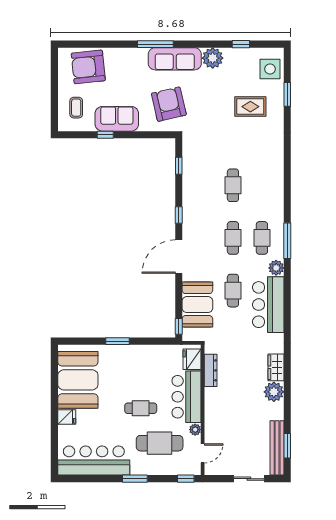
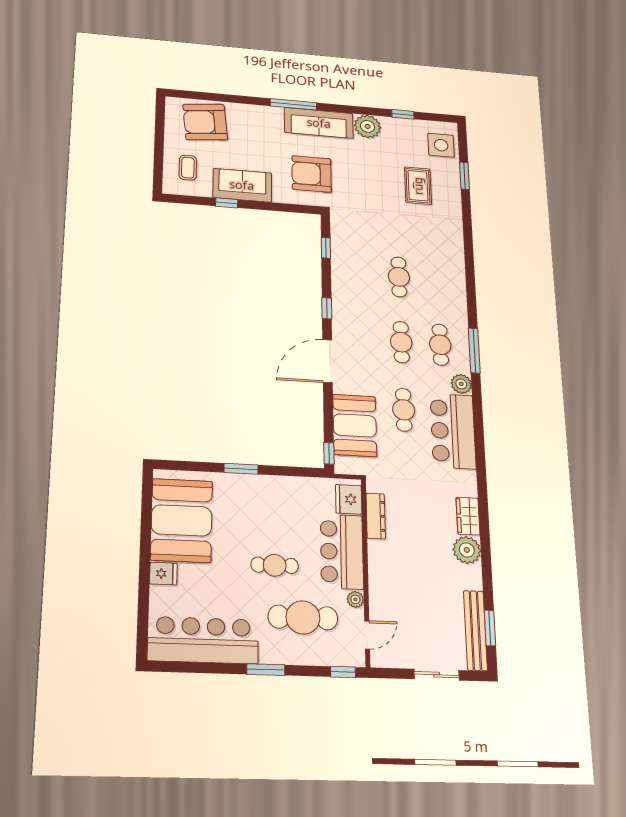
armchair: (169, 104) -> (312, 174), turned -77
rug: (250, 107) -> (418, 186), turned 90

